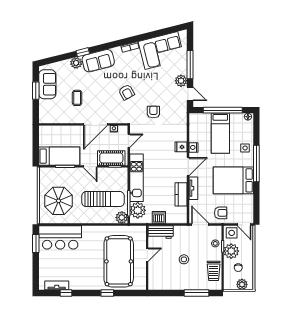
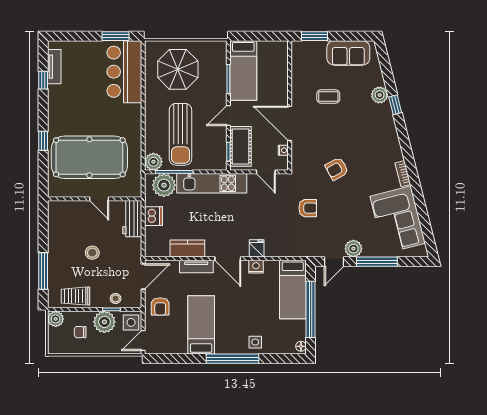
sofa: (98, 61) -> (383, 127), removed
window: (36, 91) -> (315, 36), moved
bed: (220, 133) -> (293, 290), moved, turned -90
bed: (233, 180) -> (201, 325), width x0.67
plant: (242, 284) -> (56, 319), moved

